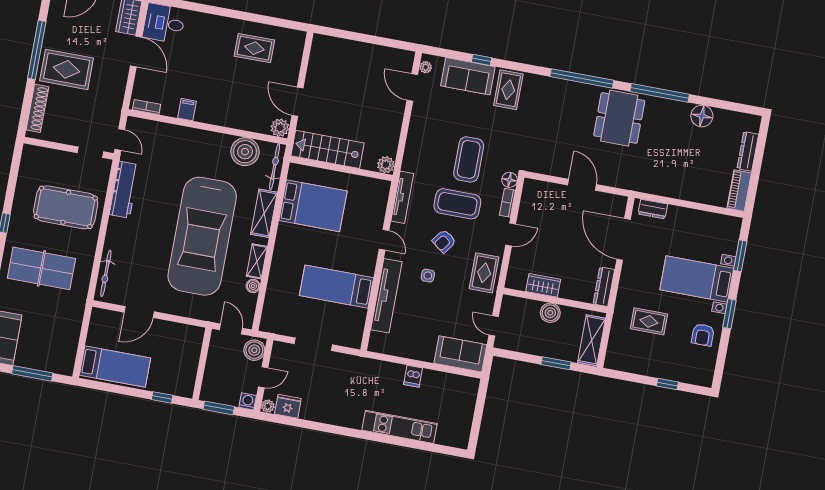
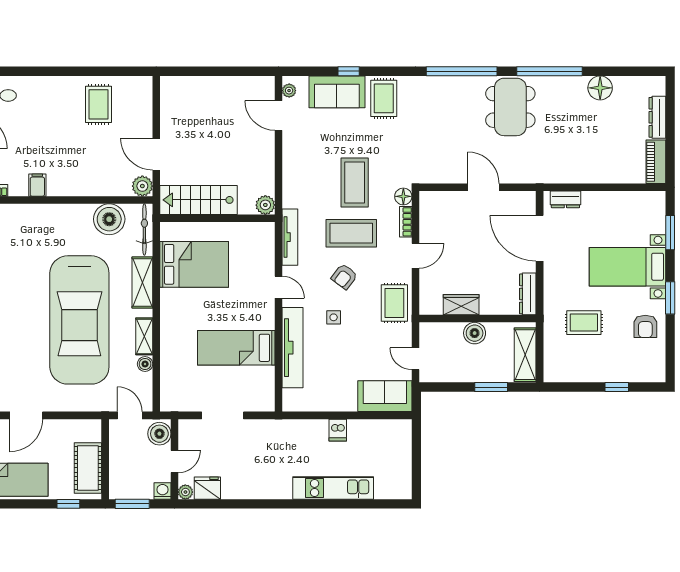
rug: (254, 48) -> (98, 104), turned 90
cot: (185, 369) -> (88, 468), added

